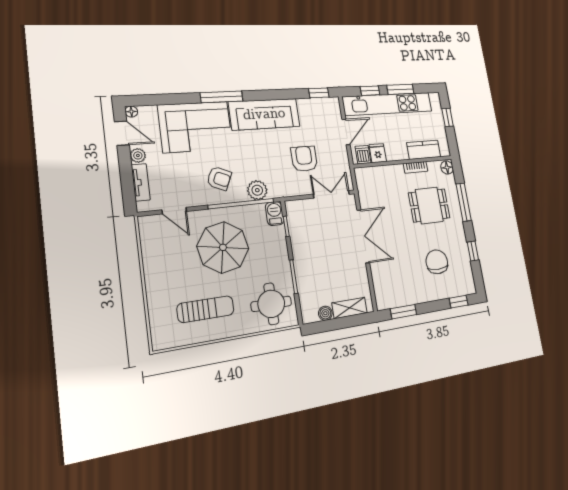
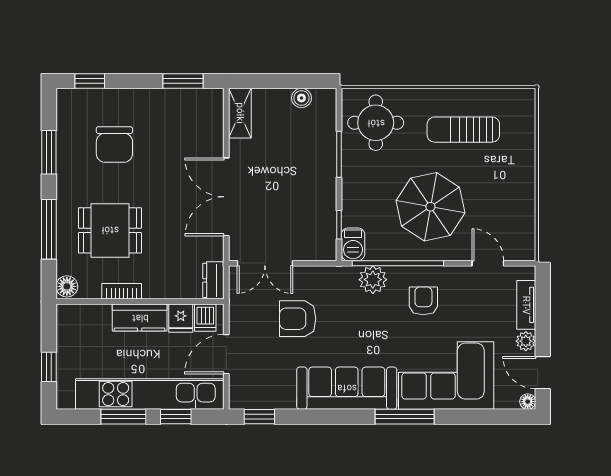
kitchen counter: (424, 150) -> (140, 318), moved
armchair: (304, 159) -> (298, 319), turned 90
armchair: (219, 178) -> (423, 301), turned 66
dresser: (362, 179) -> (213, 280), added
window: (473, 251) -> (49, 152), width x1.50
shelving: (350, 308) -> (240, 113), moved, turned 90

